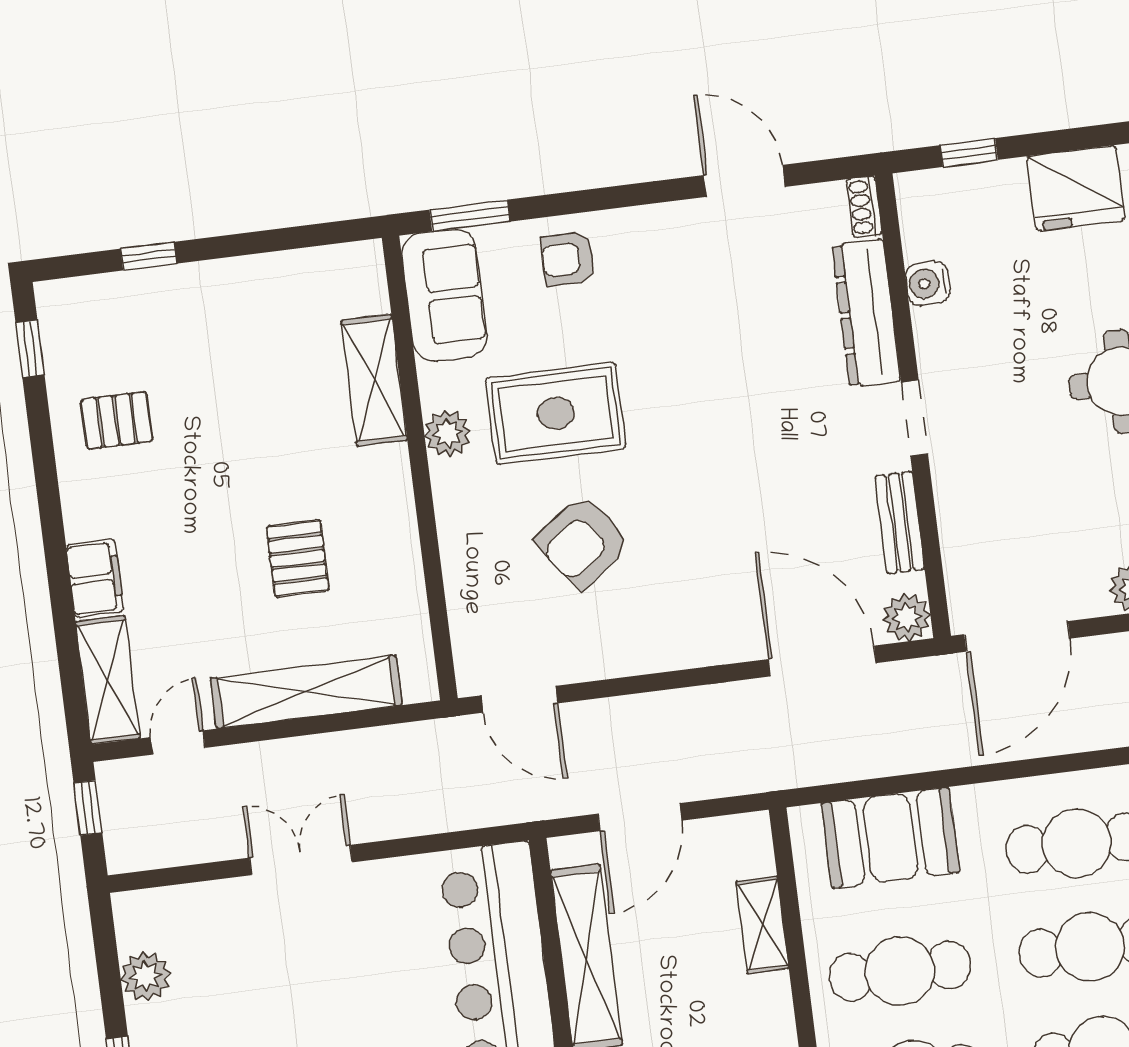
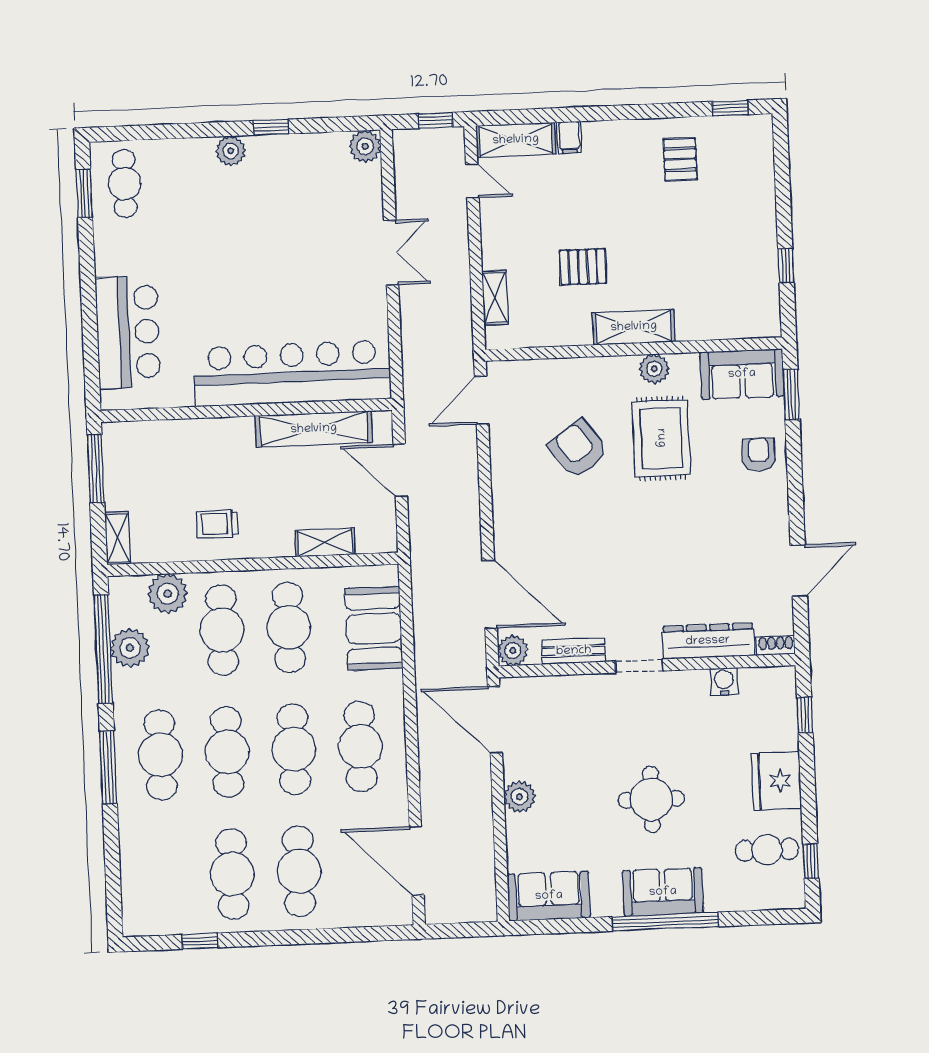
window: (149, 256) -> (786, 266), moved
shelving: (374, 380) -> (634, 327), moved
filing cabinet: (95, 578) -> (569, 137), width x0.50
door: (822, 661) -> (490, 594), hinge flipped
shelving: (306, 692) -> (495, 298), width x0.45, depth x0.75
plant: (145, 976) -> (365, 146), moved

